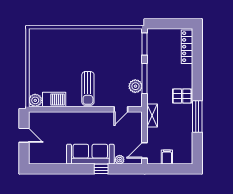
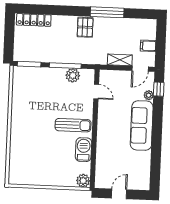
barbecue: (54, 99) -> (84, 150), moved
shelving: (152, 115) -> (120, 60), moved
door: (145, 150) -> (140, 69), hinge flipped
window: (101, 169) -> (159, 89), moved

